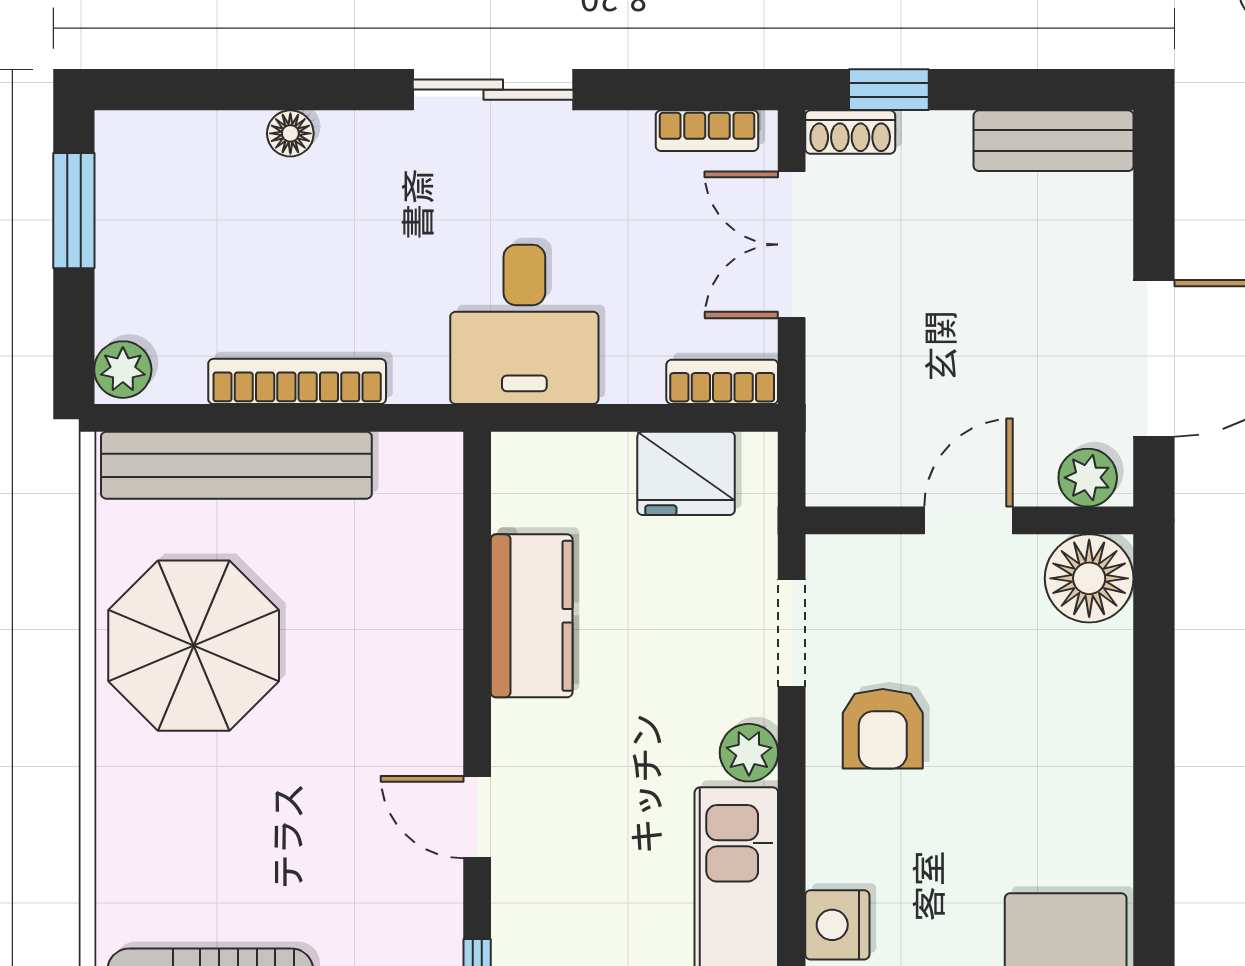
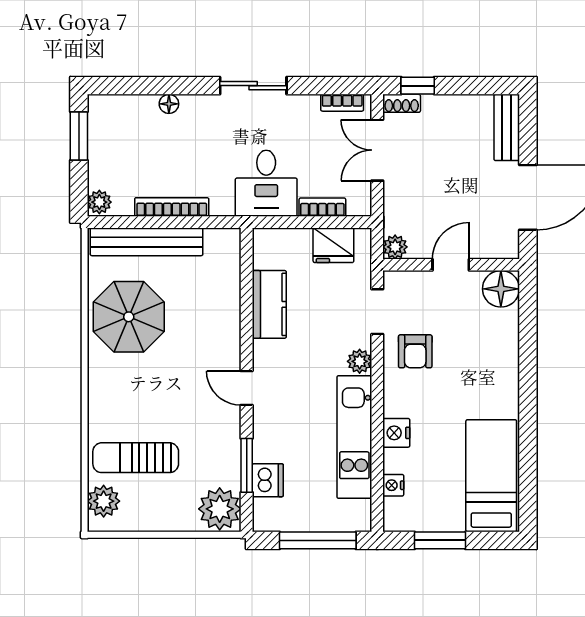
bench: (1054, 141) -> (507, 127), moved, turned 90
bookcase: (722, 382) -> (322, 207), moved
plant: (1088, 478) -> (395, 247), moved

